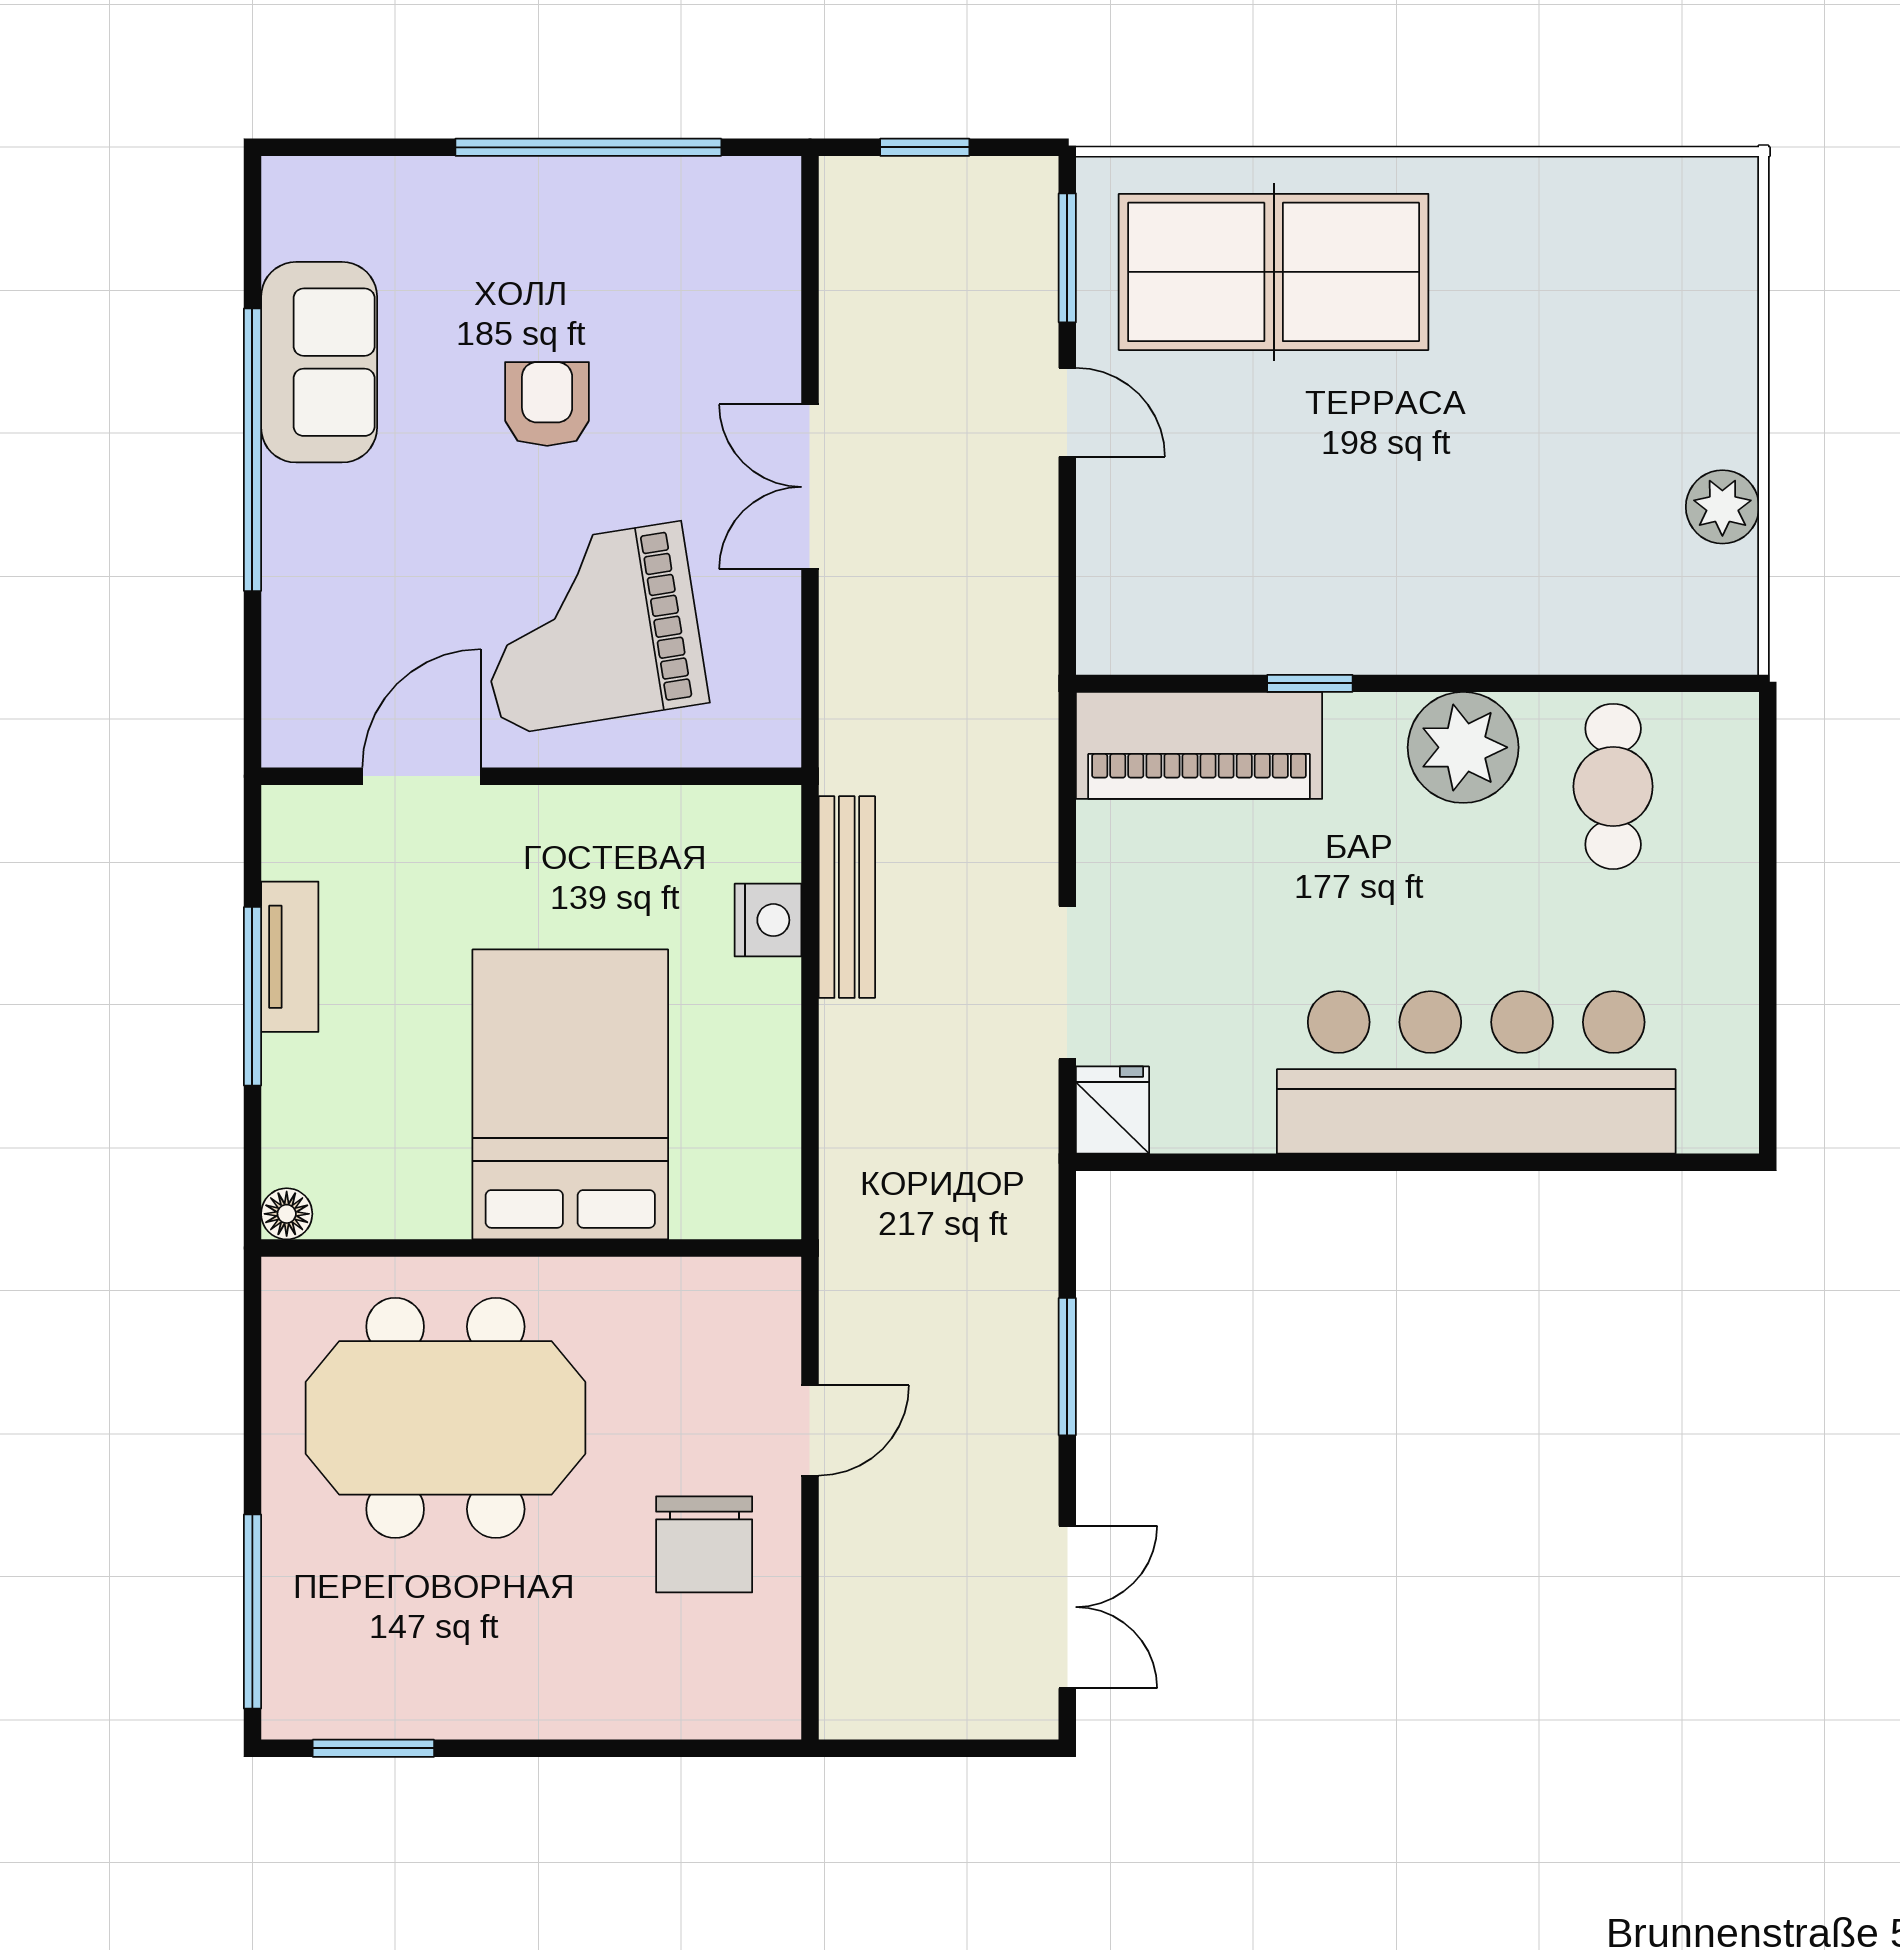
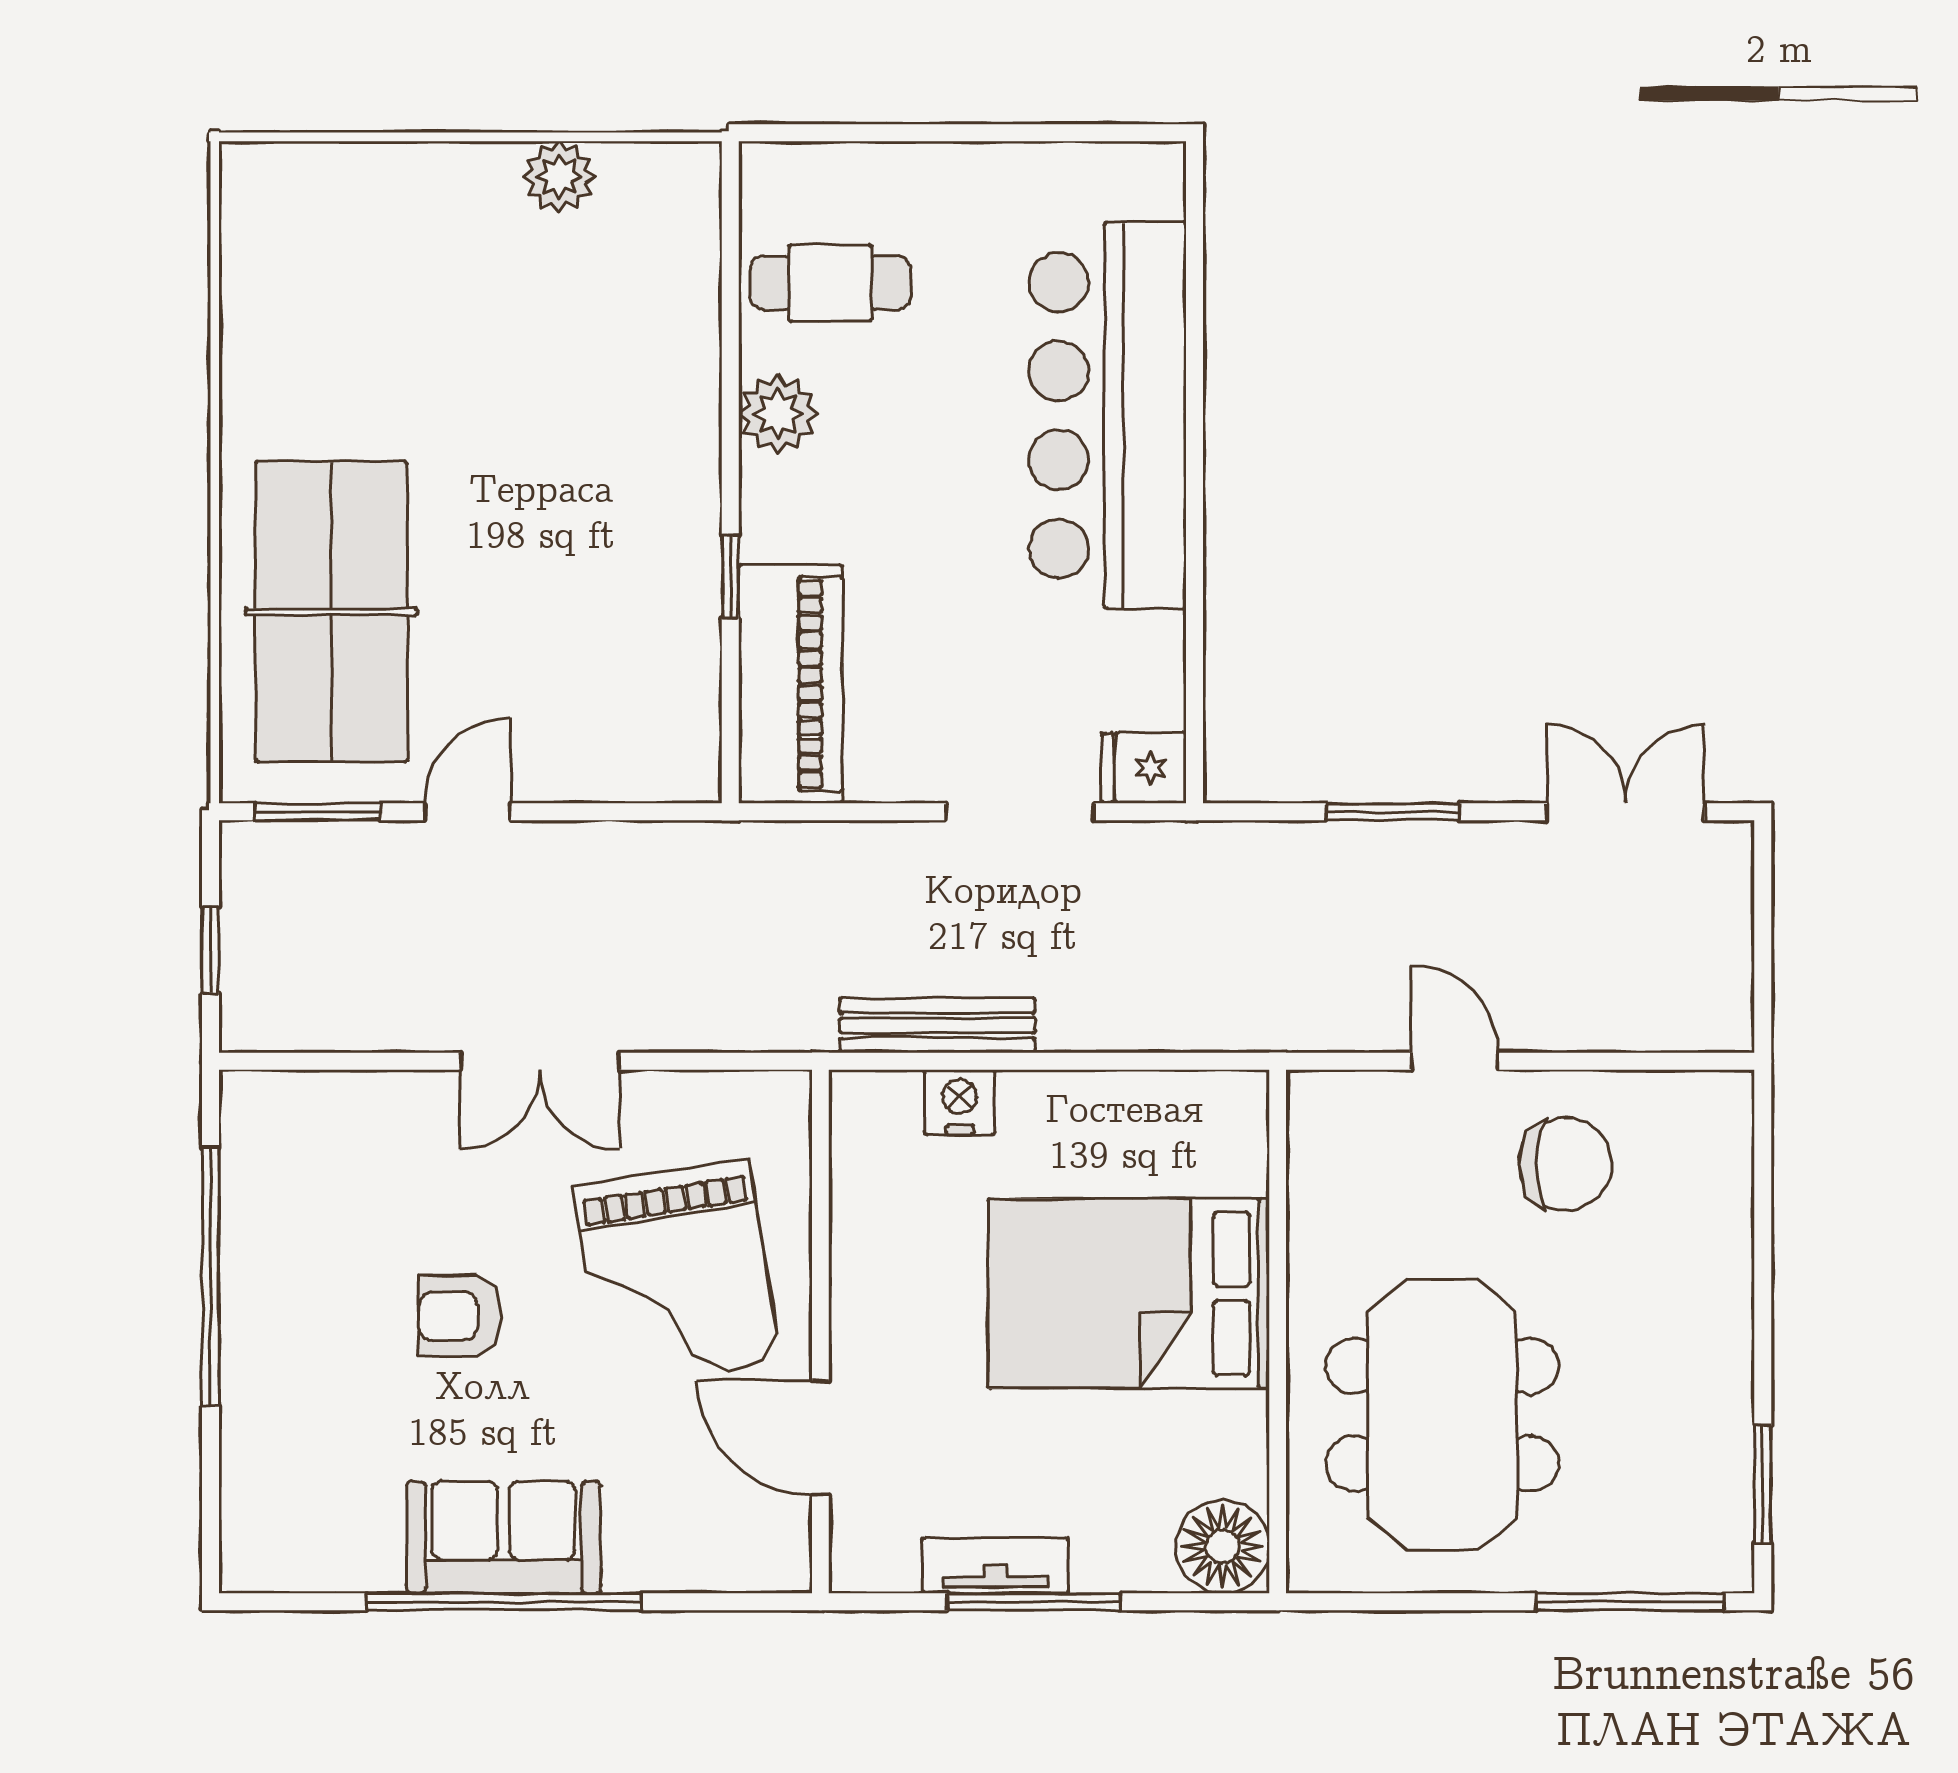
sofa: (319, 362) -> (504, 1537), moved
plant: (1463, 747) -> (778, 414), width x0.73, depth x0.73
floor lamp: (287, 1214) -> (1223, 1547), width x1.89, depth x1.89

